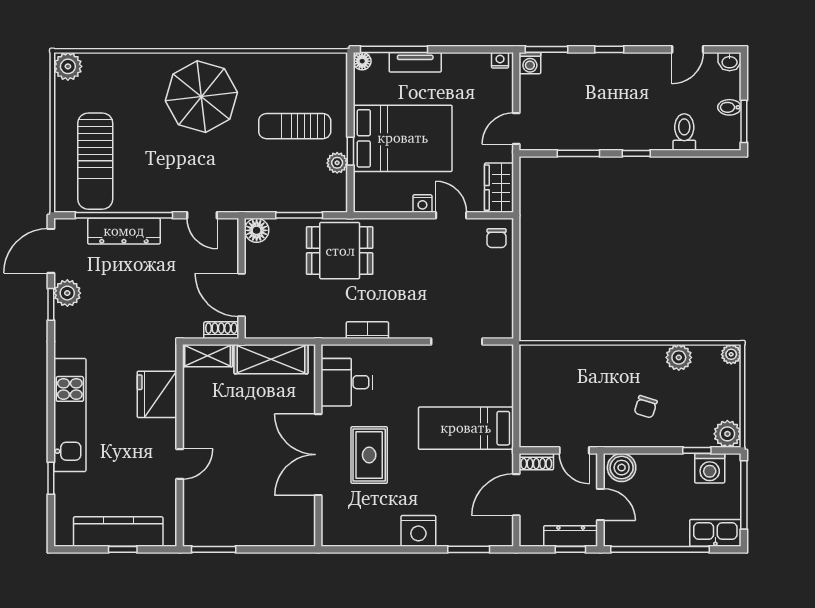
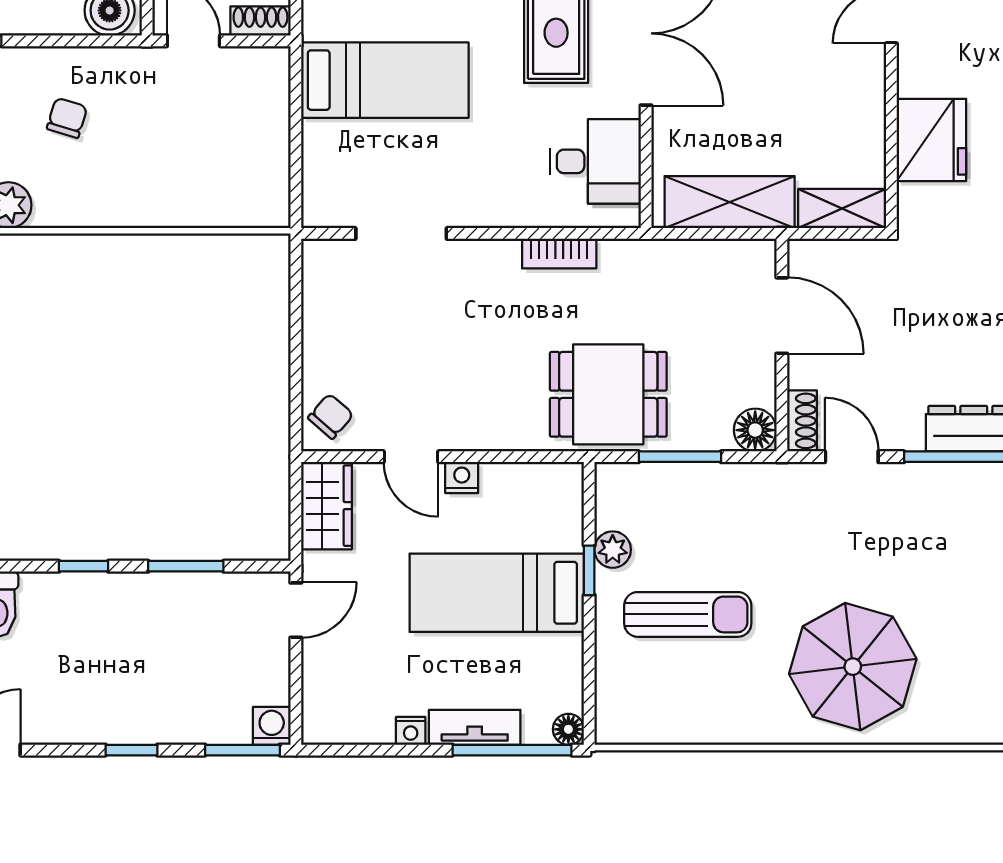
nightstand: (500, 60) -> (411, 731), moved
bed: (403, 138) -> (497, 593), width x0.67
chair: (497, 238) -> (331, 416), turned 41
shoe rack: (221, 330) -> (802, 421), moved, turned -90

